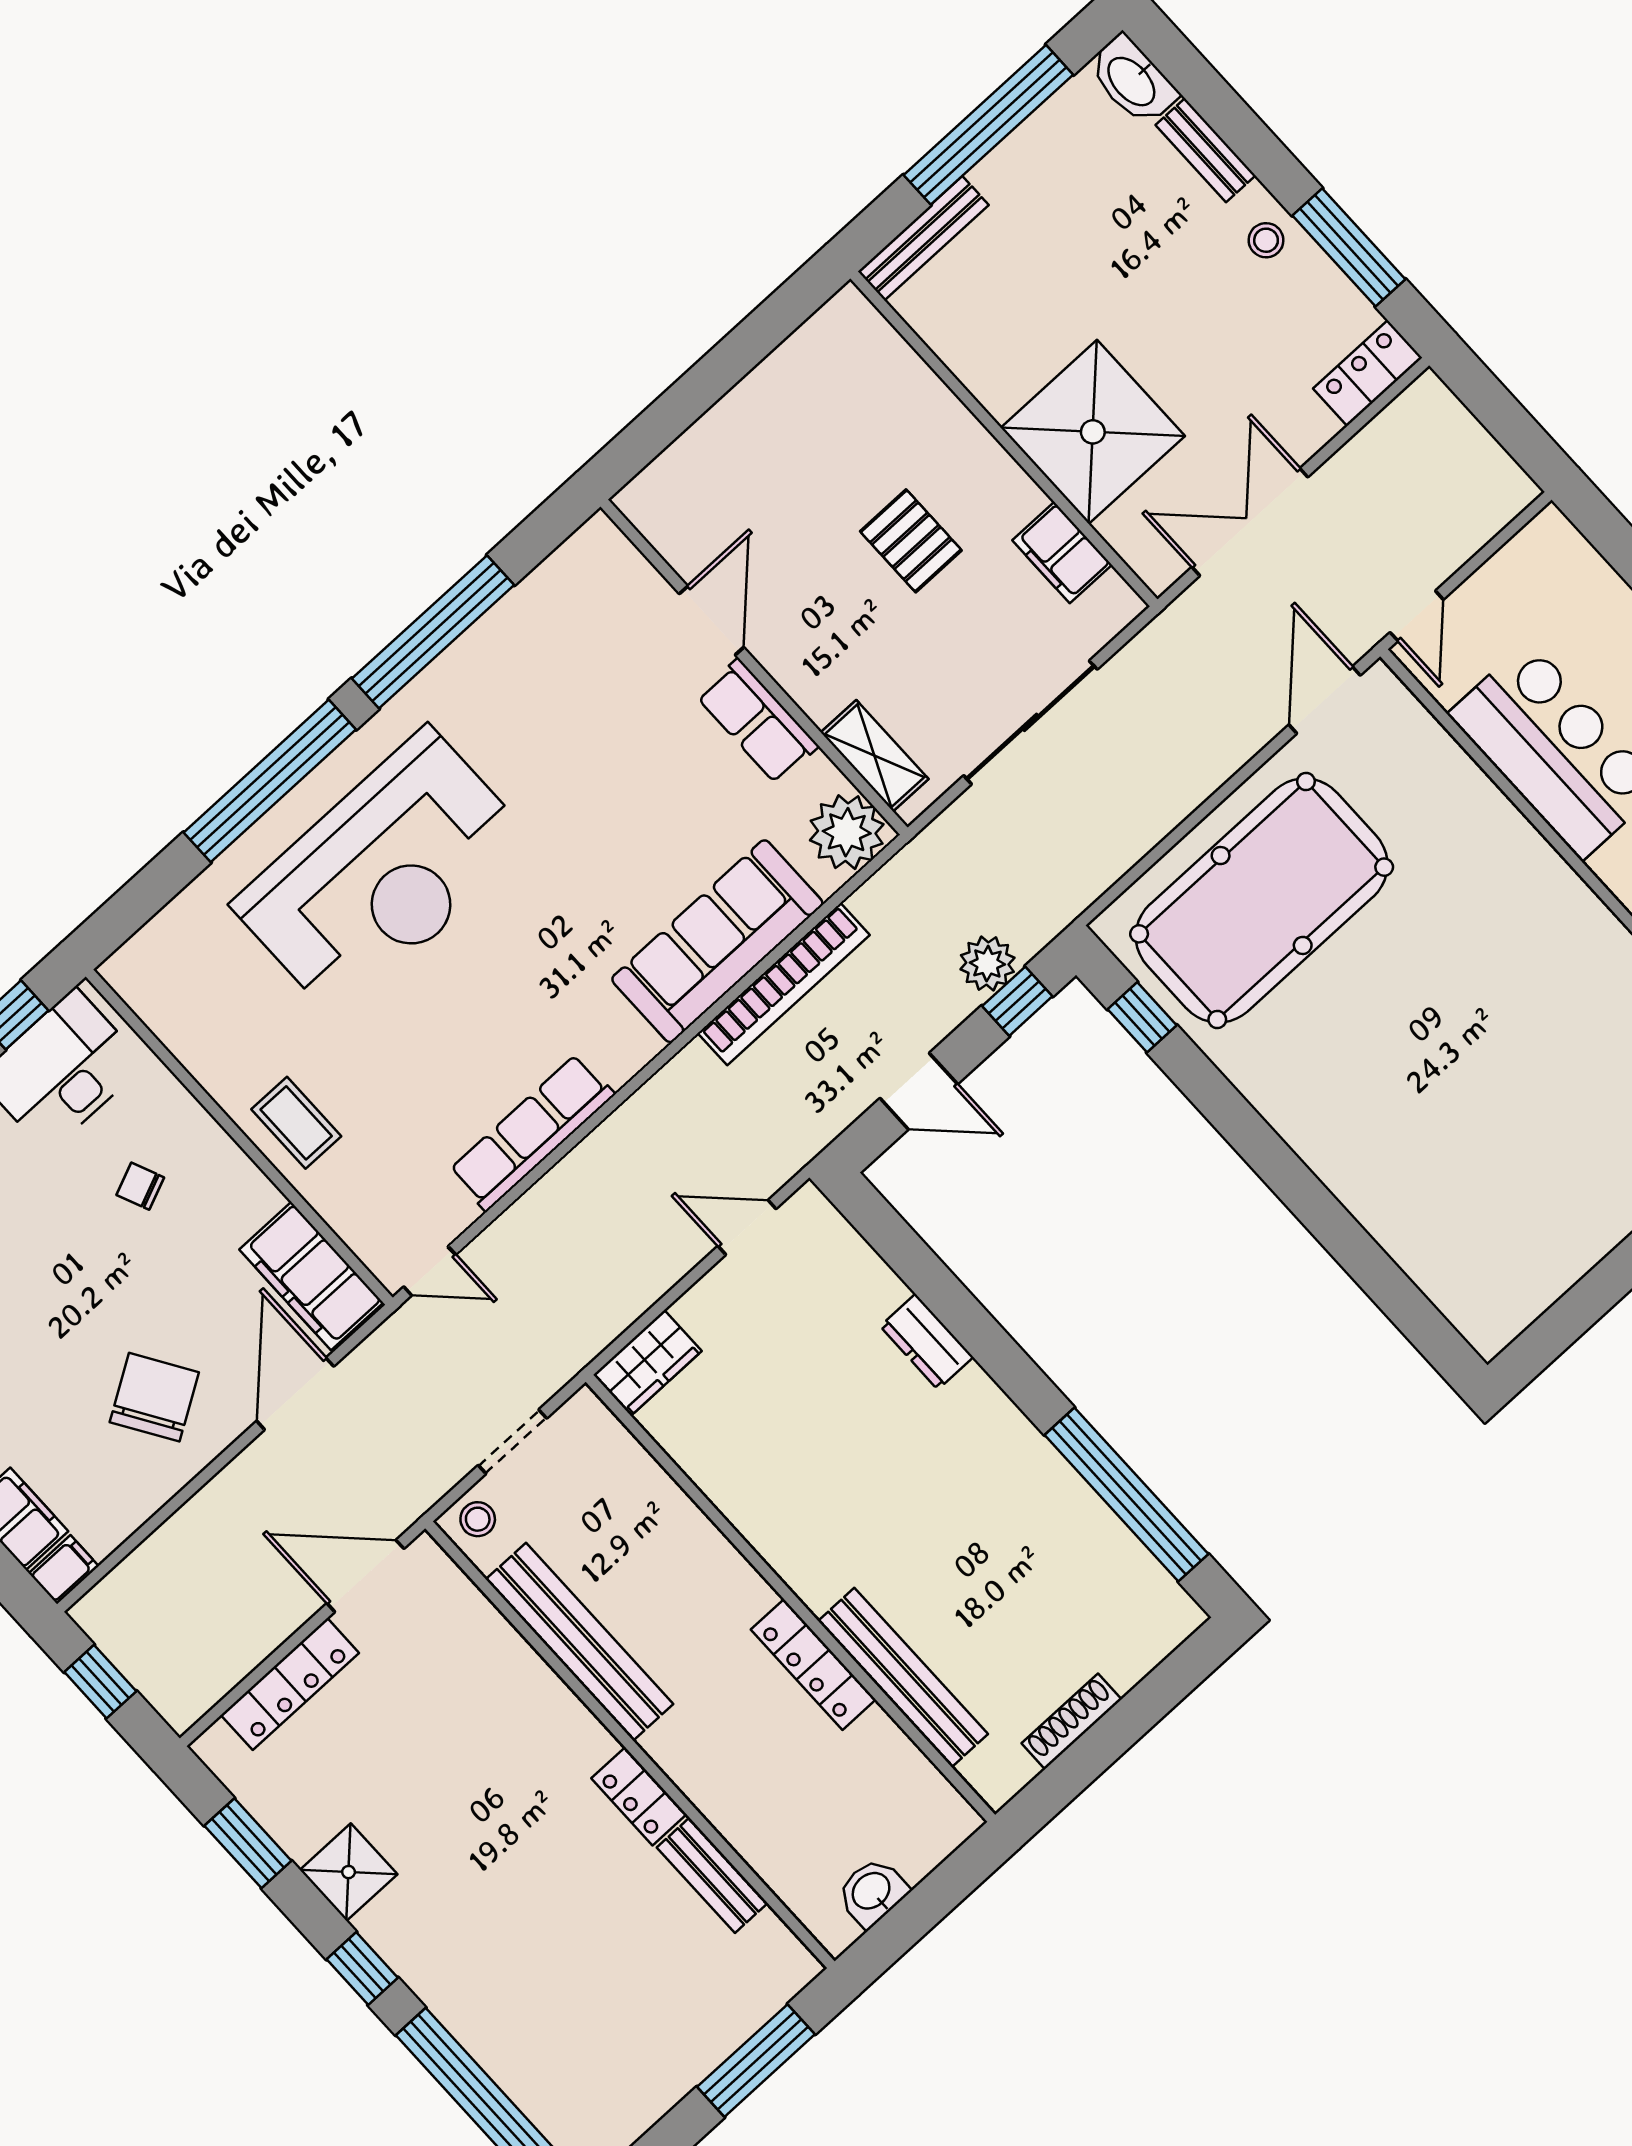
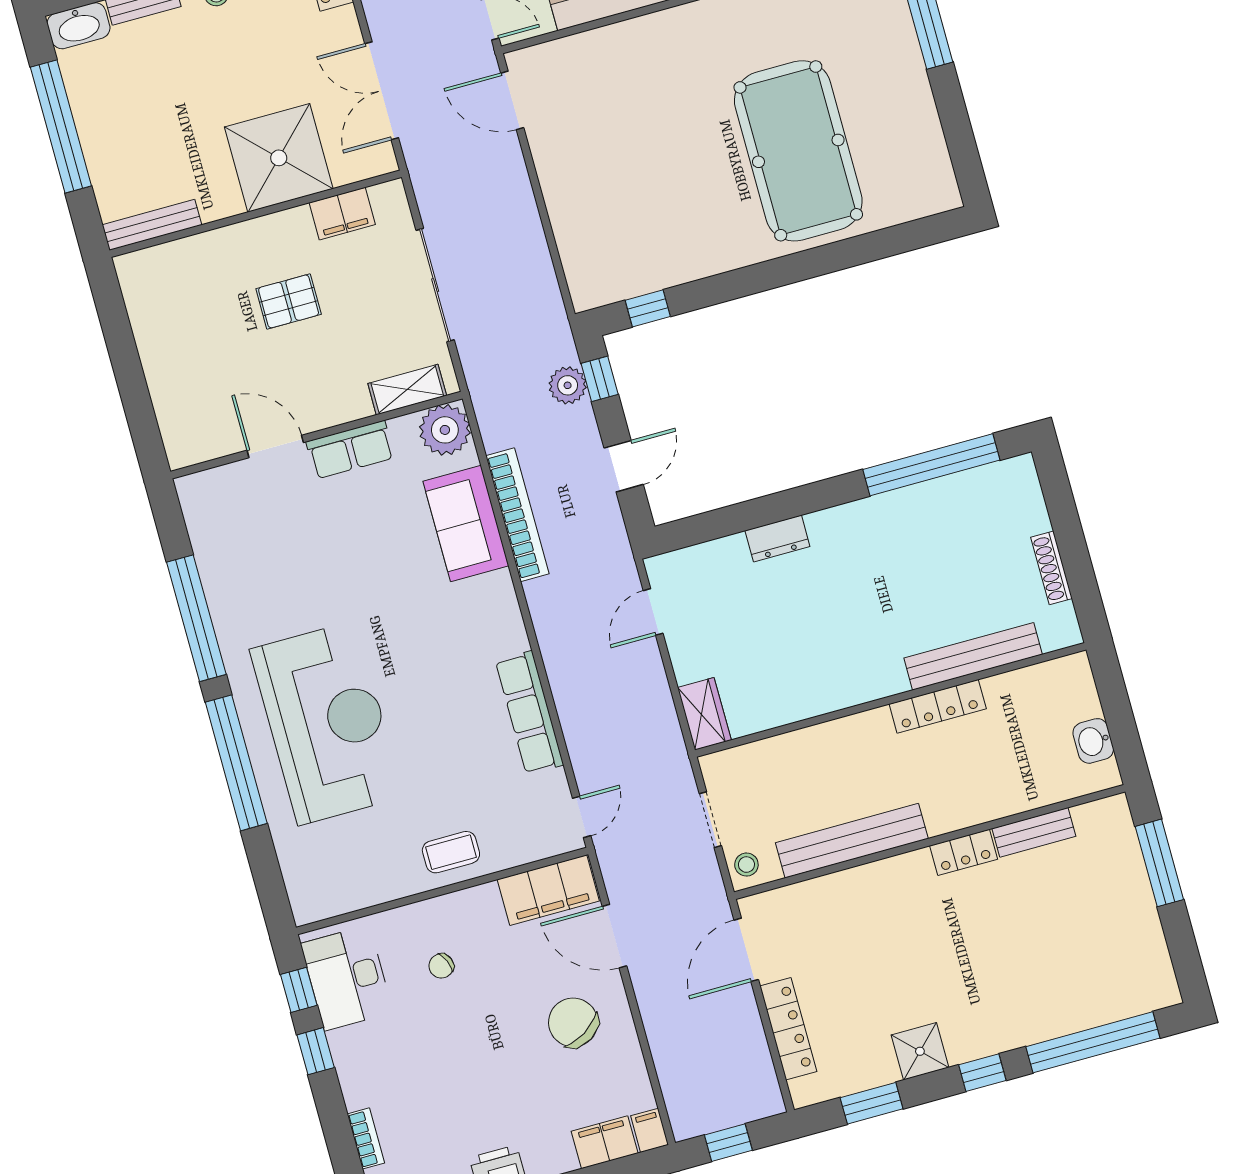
bench: (923, 238) -> (152, 225), moved, turned 90
pool table: (1262, 900) -> (798, 151), moved
sofa: (717, 941) -> (466, 524), width x0.73

